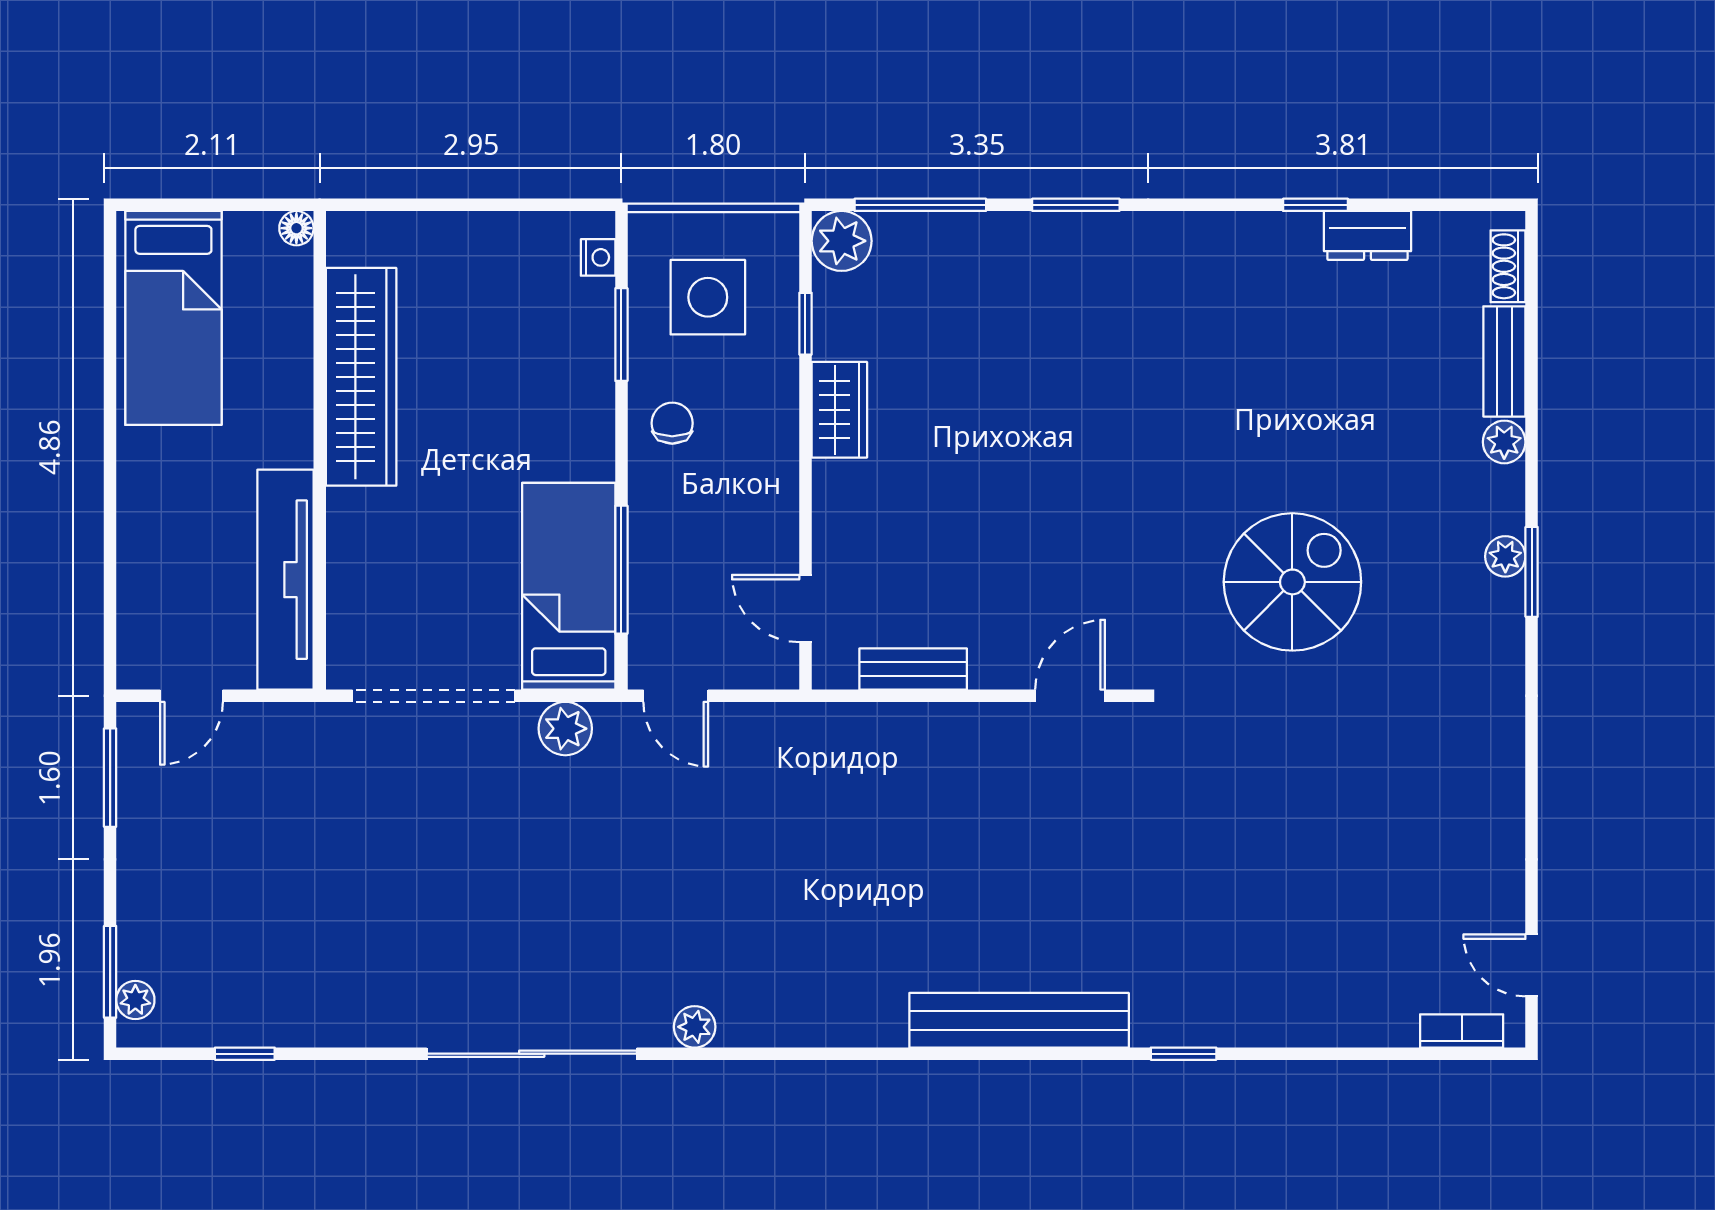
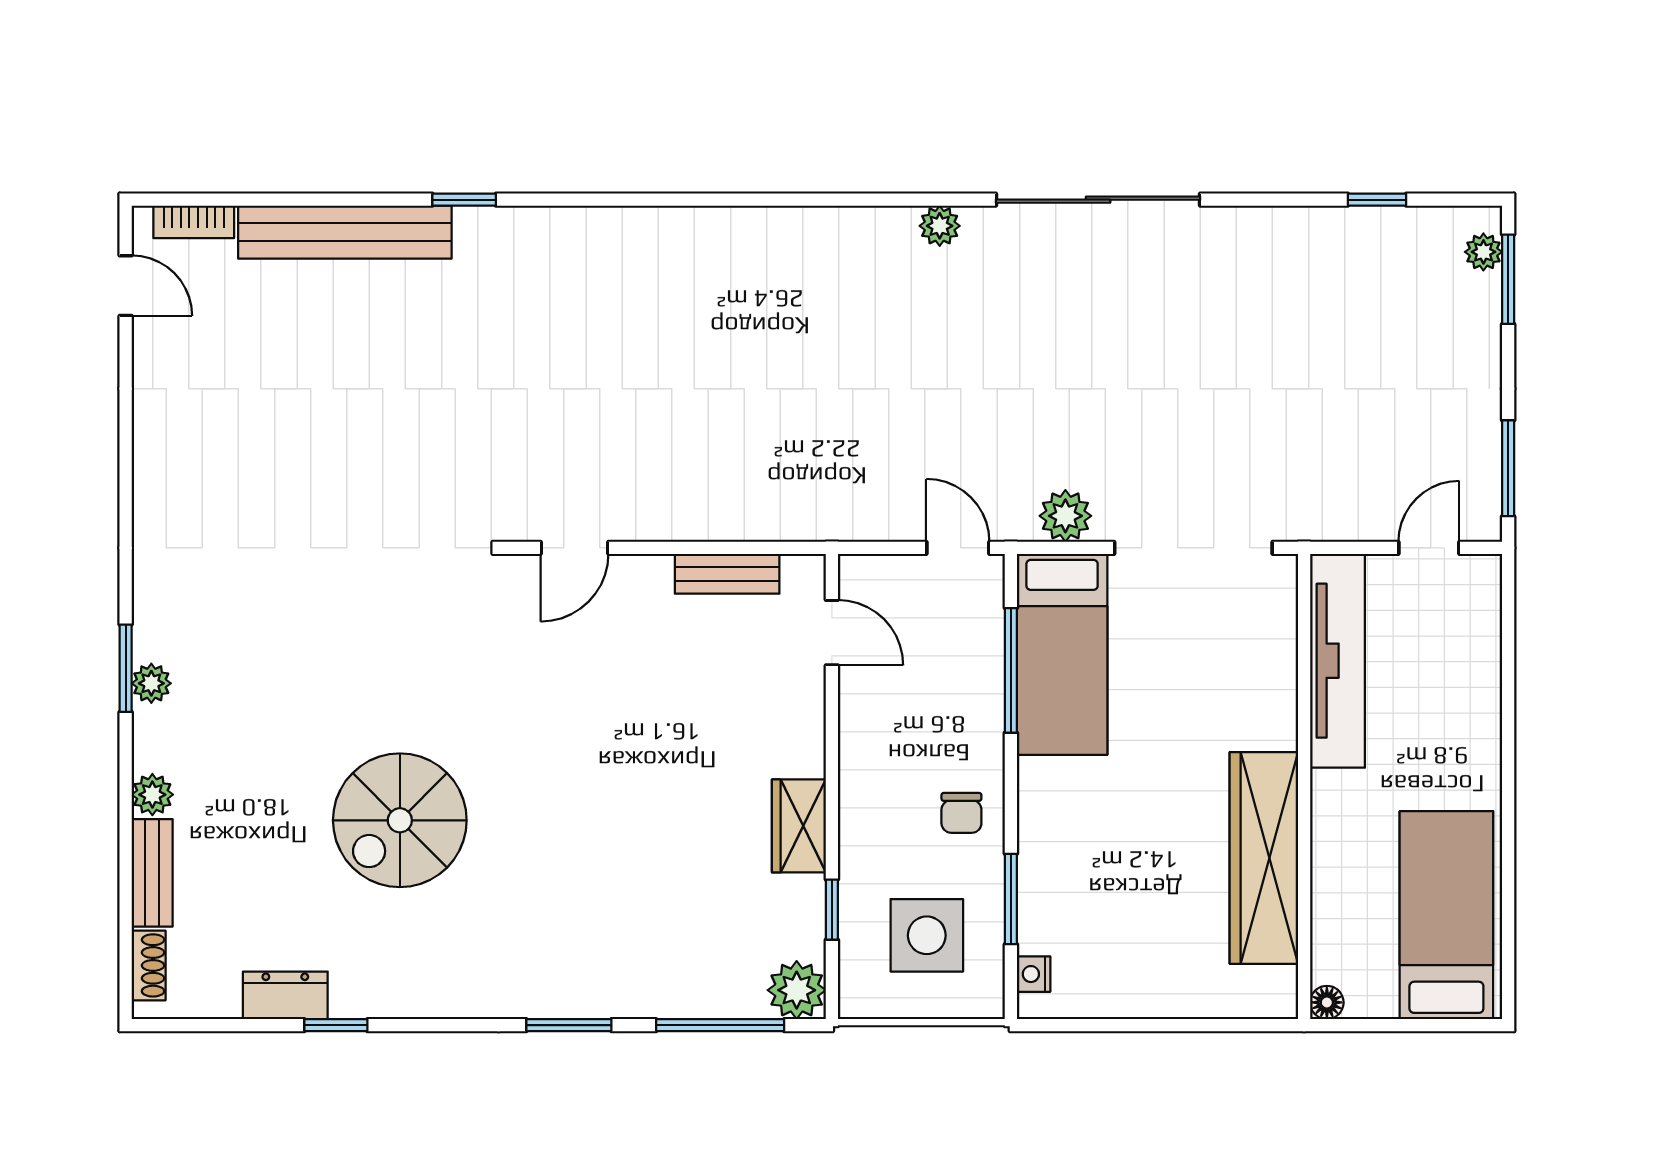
spiral stairs: (1292, 582) -> (400, 820), moved
bench: (1019, 1020) -> (345, 232), moved

